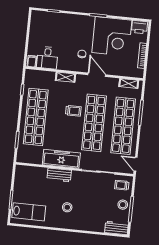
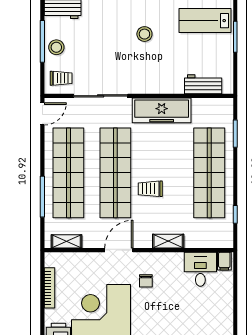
door: (97, 75) -> (119, 250), swing flipped
door: (136, 164) -> (42, 114), hinge flipped
workbench: (59, 175) -> (203, 84), moved

